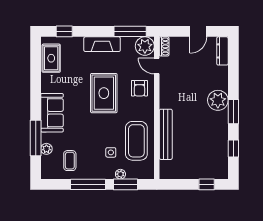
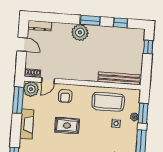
armchair: (139, 88) -> (65, 96), turned 90
rug: (104, 93) -> (67, 126), width x0.73, depth x0.70
bench: (166, 134) -> (119, 78), moved

